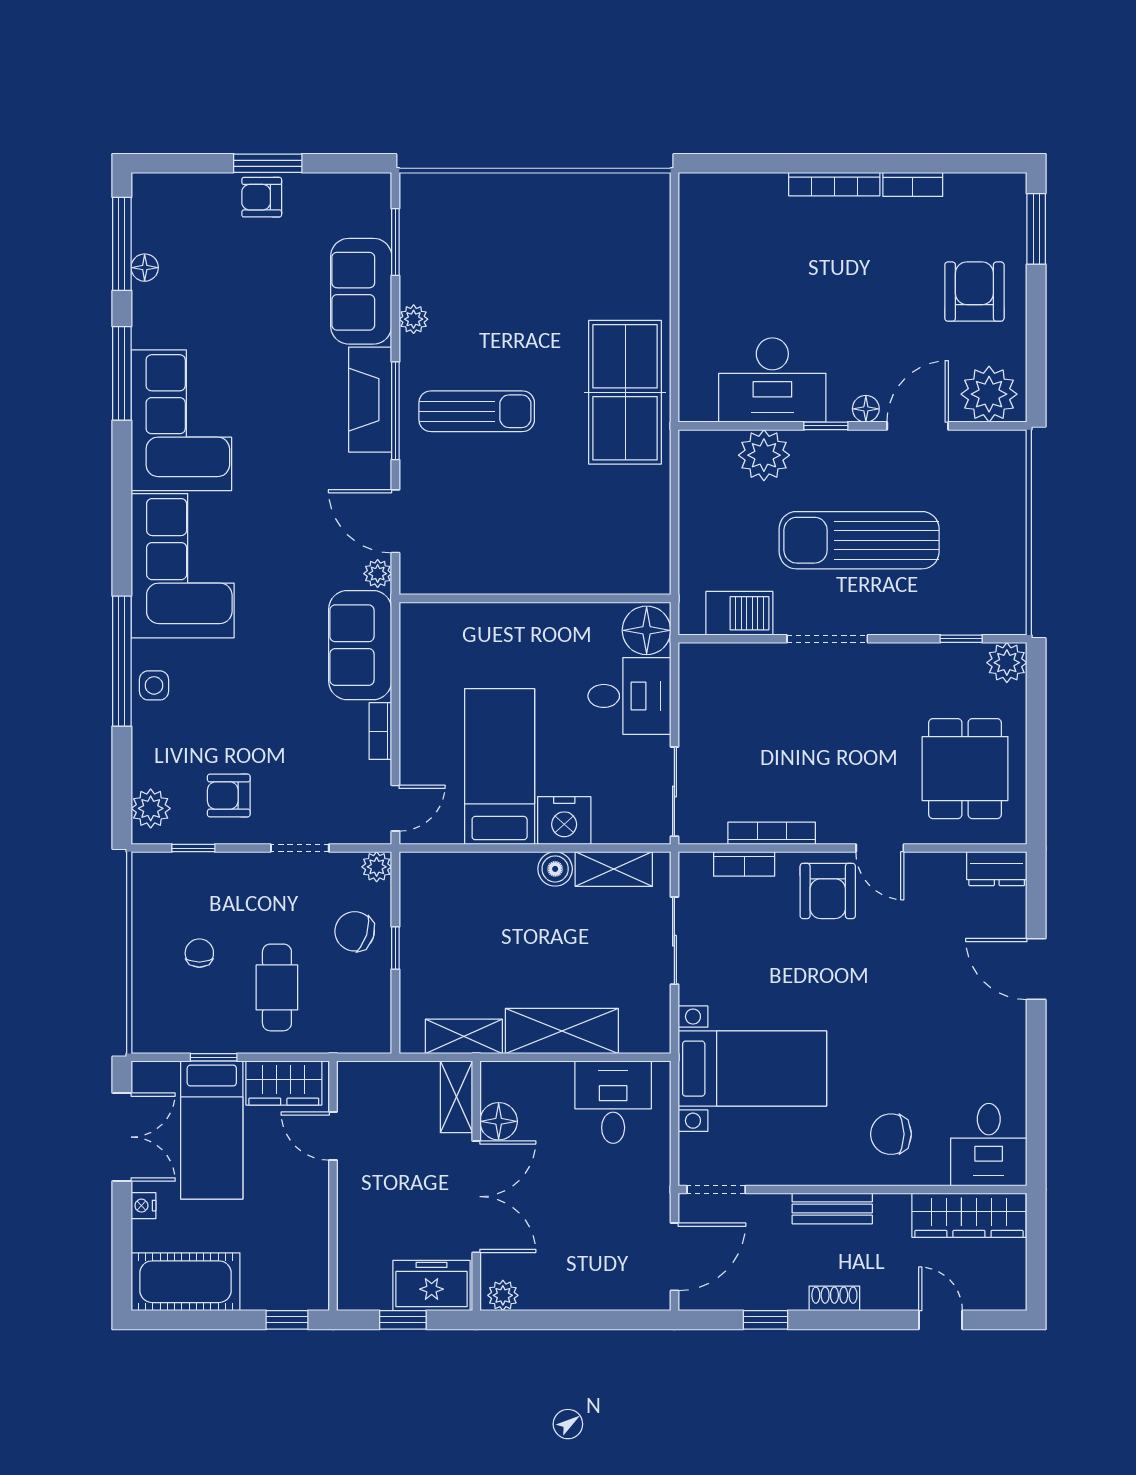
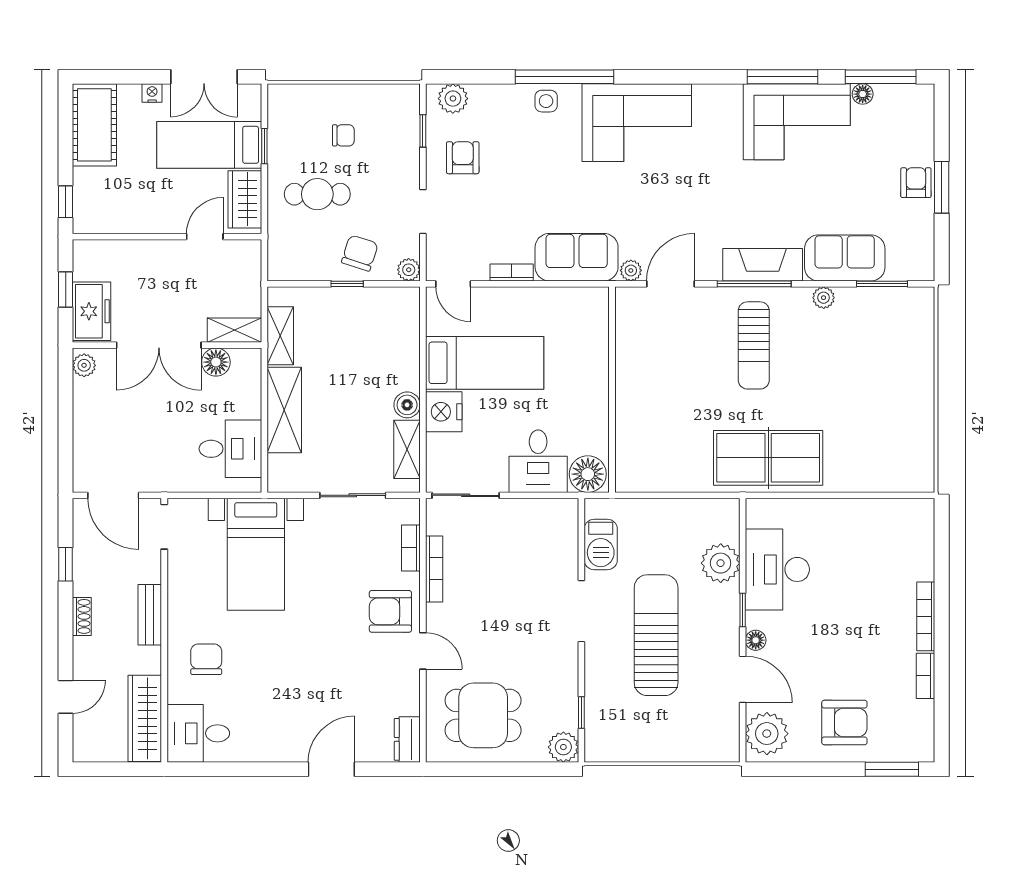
corner sofa: (181, 420) -> (797, 122), moved
door: (880, 848) -> (423, 651), swing flipped

